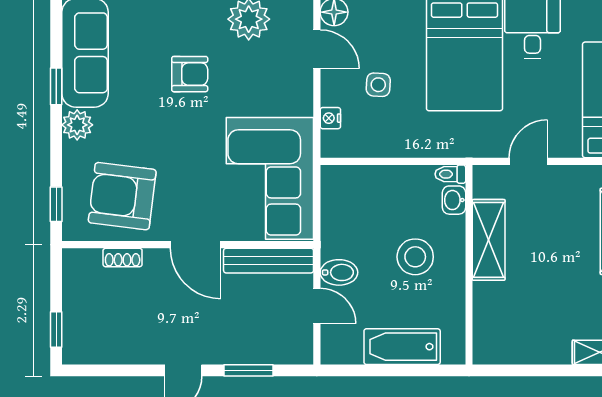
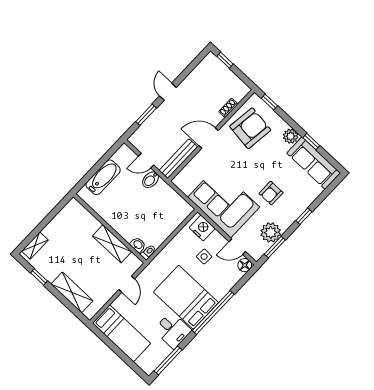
nightstand: (330, 118) -> (202, 228), width x1.89, depth x1.79
corner sofa: (270, 178) -> (224, 202), moved
stool: (415, 257) -> (131, 212), removed

